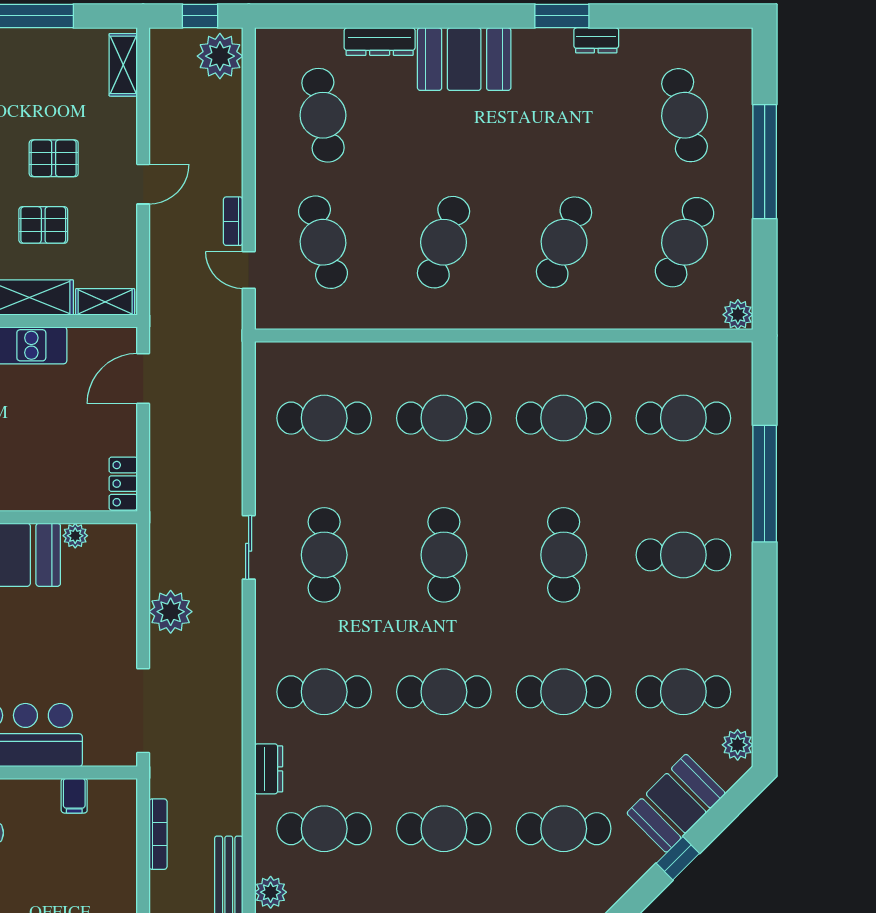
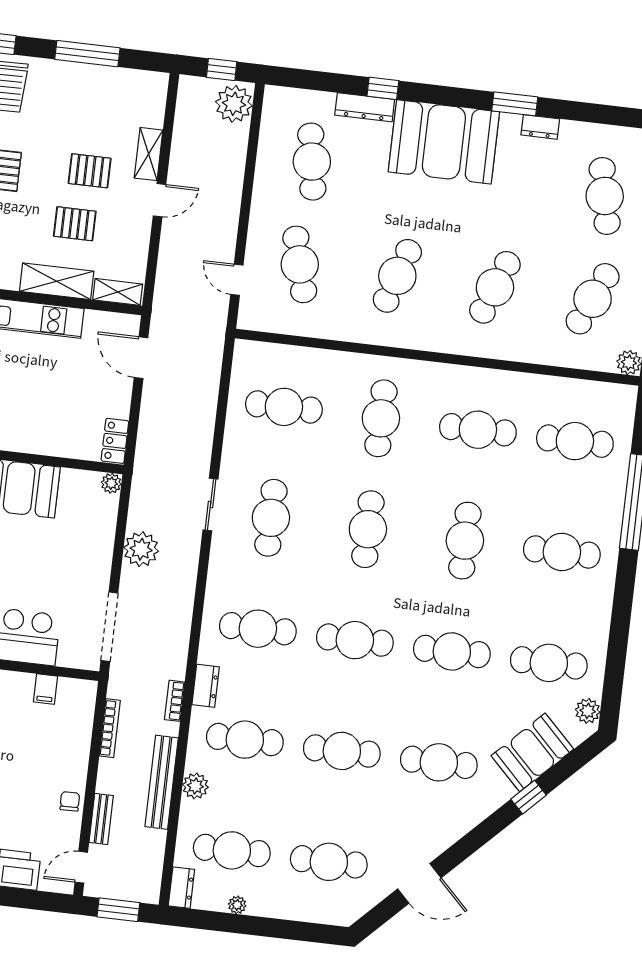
window: (399, 16) -> (383, 88), added
booth: (464, 59) -> (444, 142), width x1.36, depth x1.42
shelving: (123, 65) -> (149, 154), moved
bookcase: (233, 221) -> (175, 701), moved
door: (143, 378) -> (141, 358), hinge flipped
cafe table: (444, 418) -> (381, 418), turned 90
plant: (75, 536) -> (111, 483), moved

